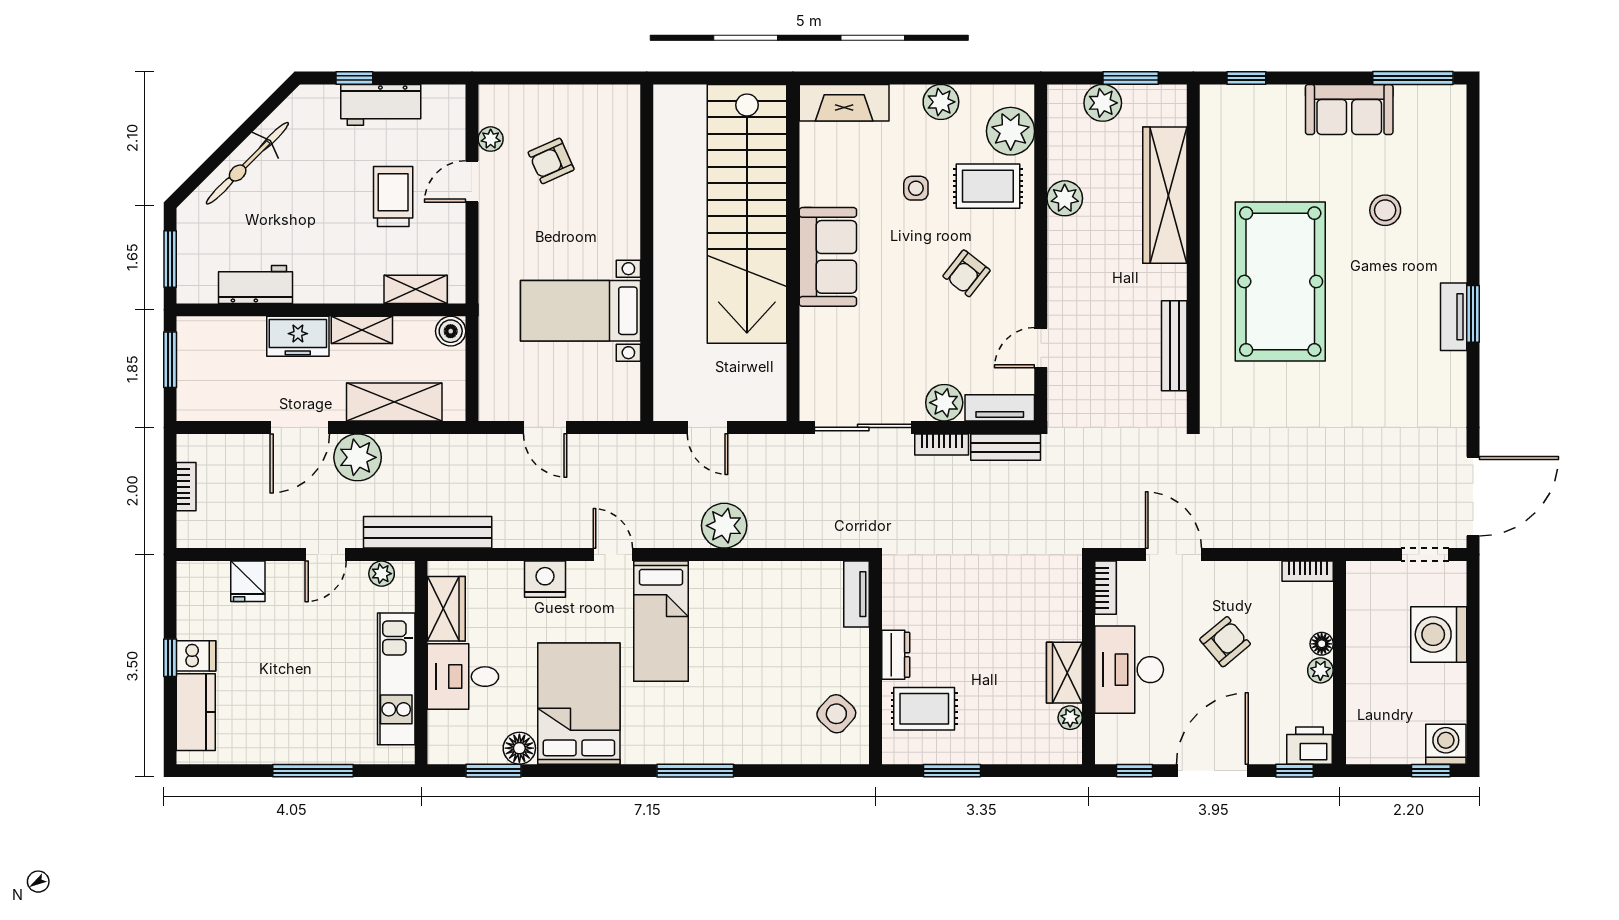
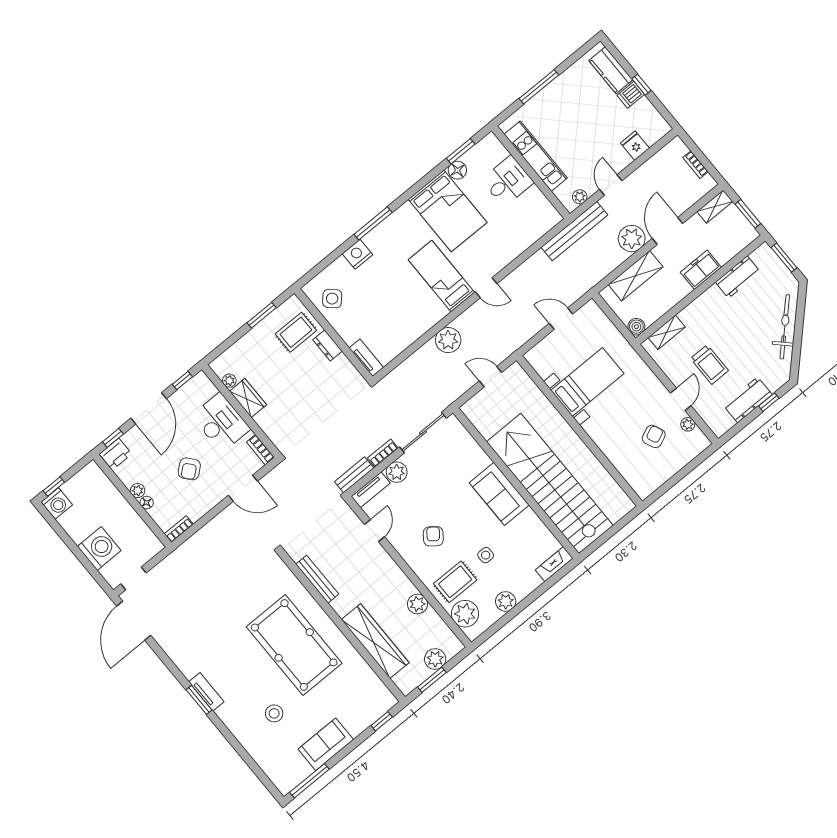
fireplace: (844, 103) -> (554, 564), width x0.73, depth x0.76
shelving: (362, 330) -> (715, 206), moved
nightstand: (545, 579) -> (357, 254), moved, turned 180
wardrobe: (446, 609) -> (539, 205), removed

